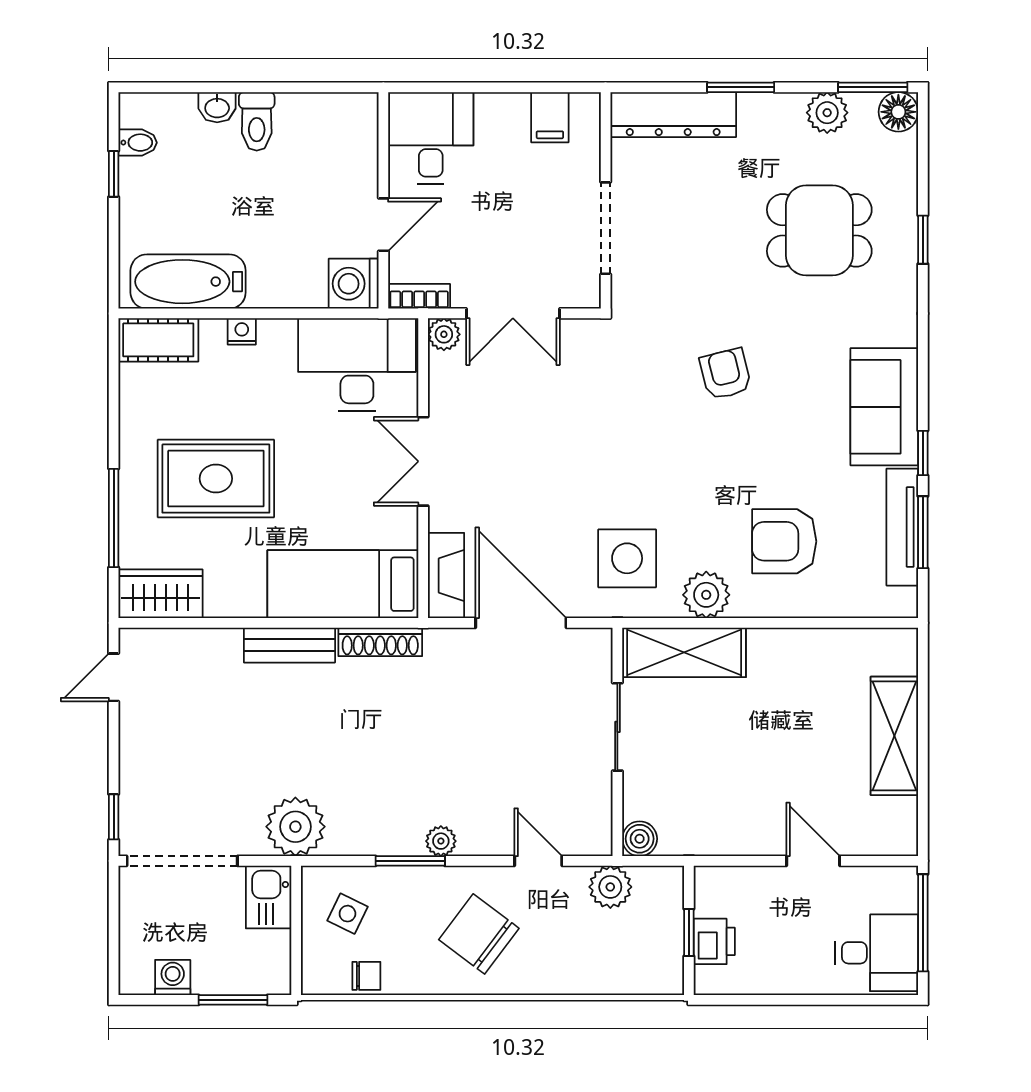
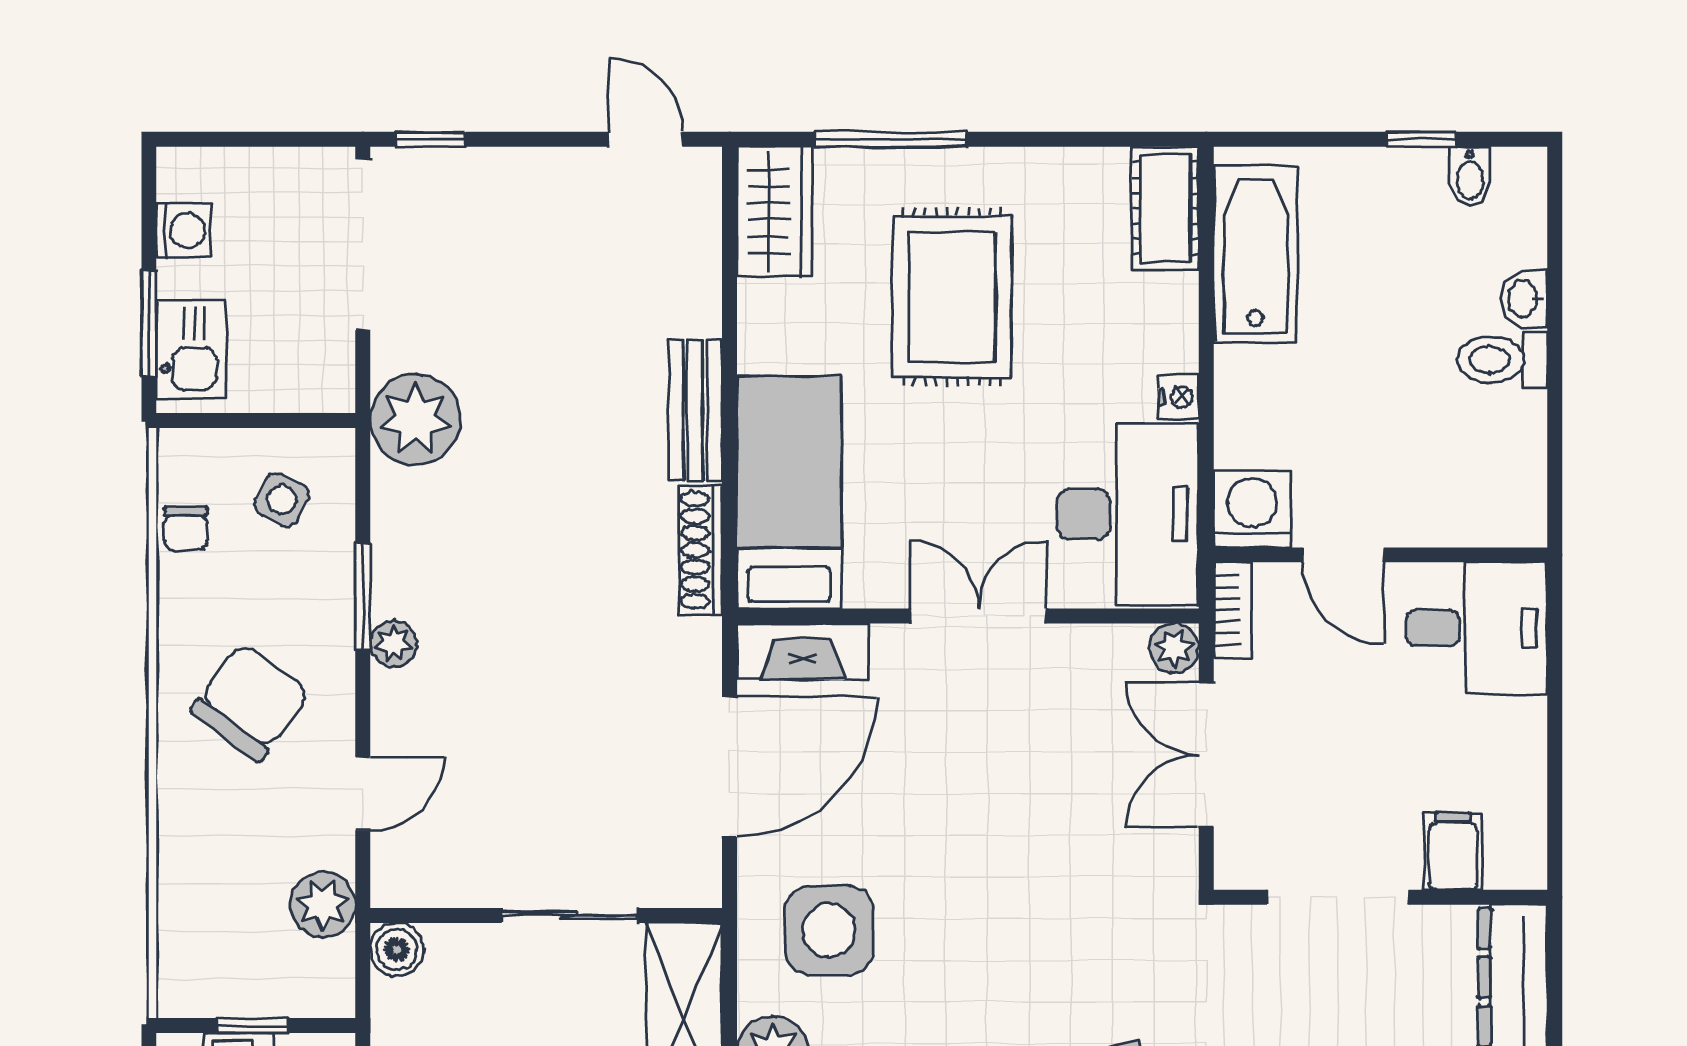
filing cabinet: (550, 117) -> (1453, 851), moved, turned 90
nightstand: (242, 331) -> (1179, 397), moved
kitchen sink: (269, 897) -> (191, 349), moved, turned 90

